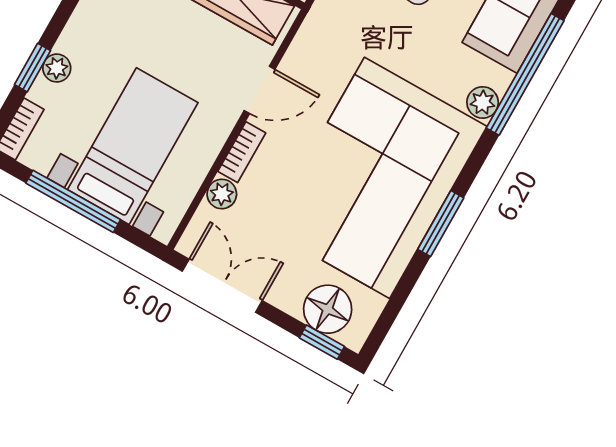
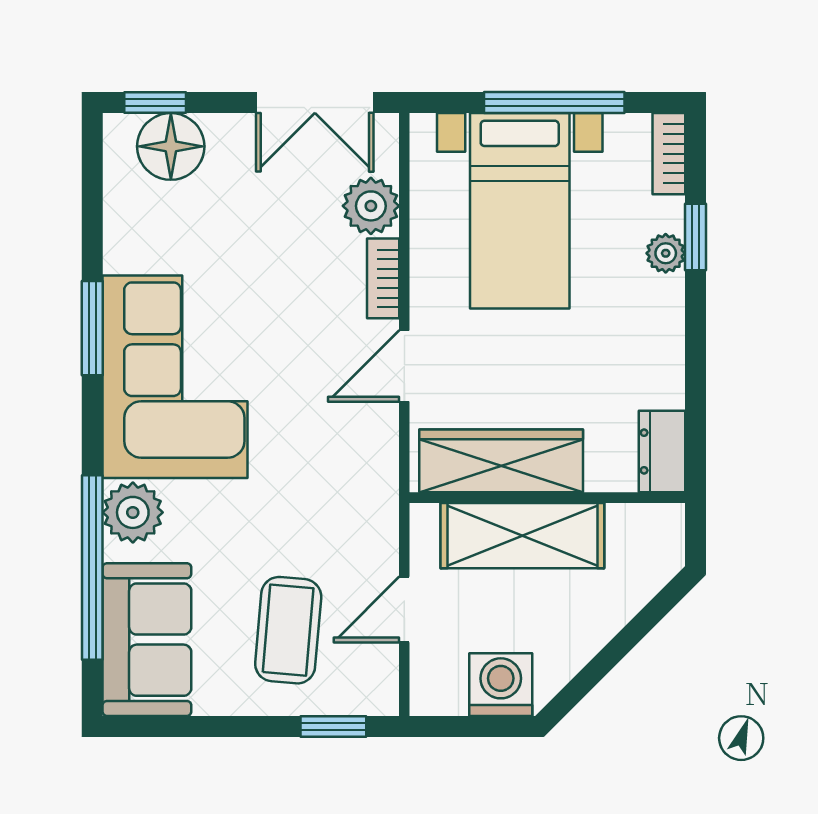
plant: (483, 102) -> (133, 512), width x1.38, depth x1.38
corner sofa: (377, 178) -> (175, 377), width x0.73, depth x0.74
plant: (222, 194) -> (371, 206), width x1.38, depth x1.38

